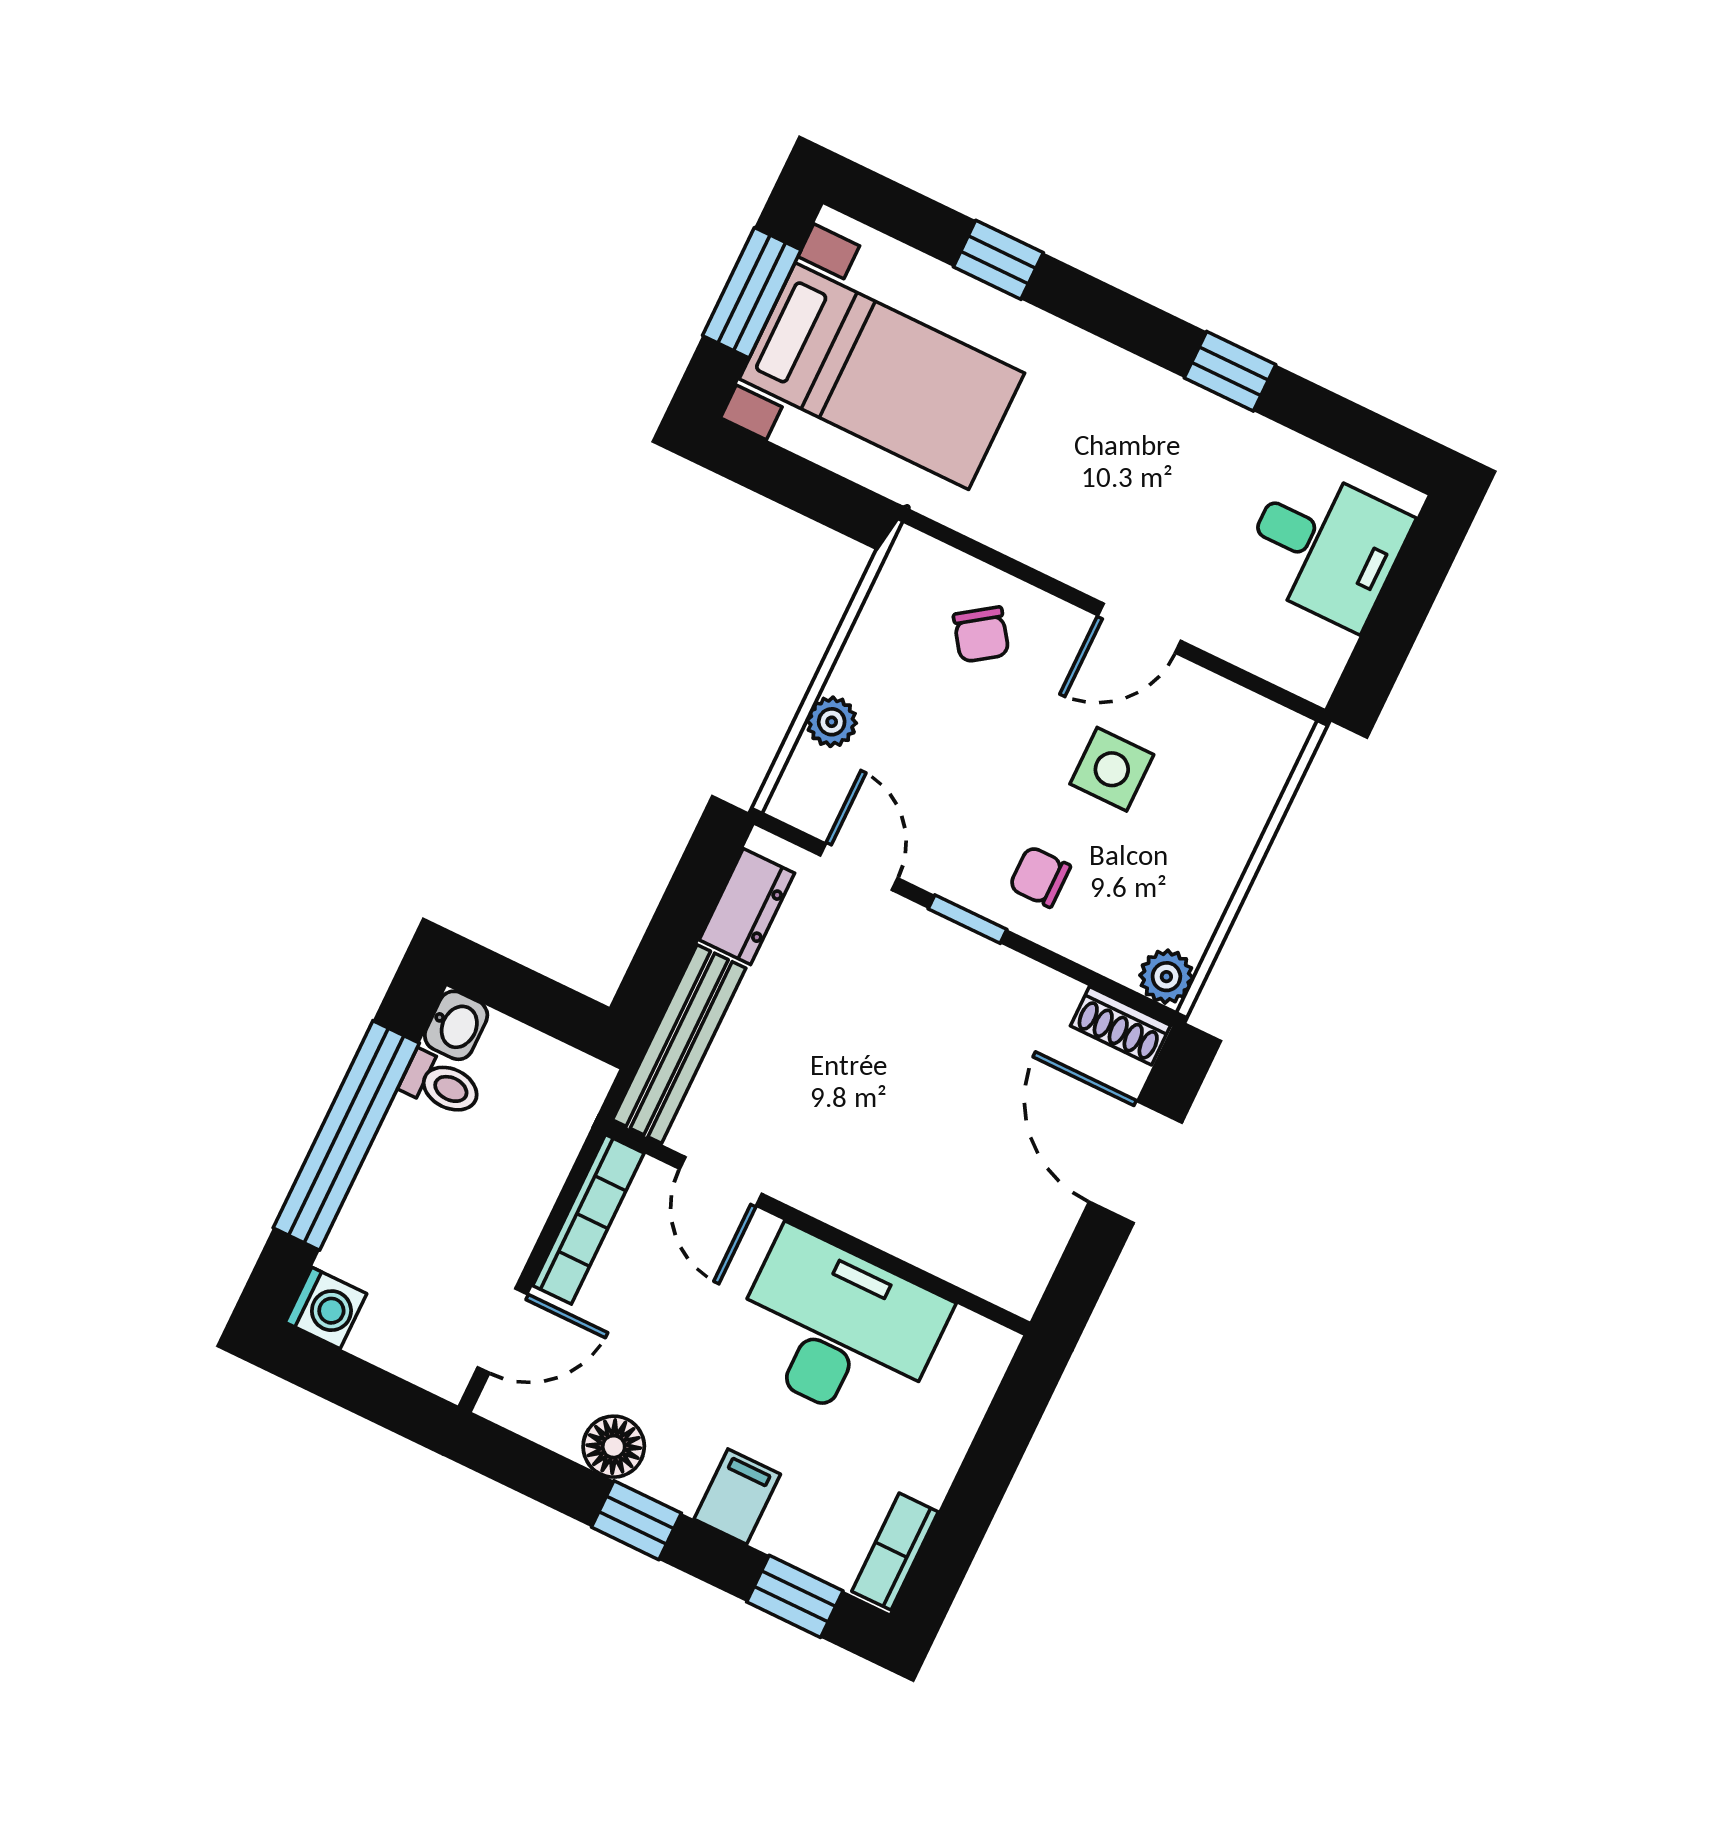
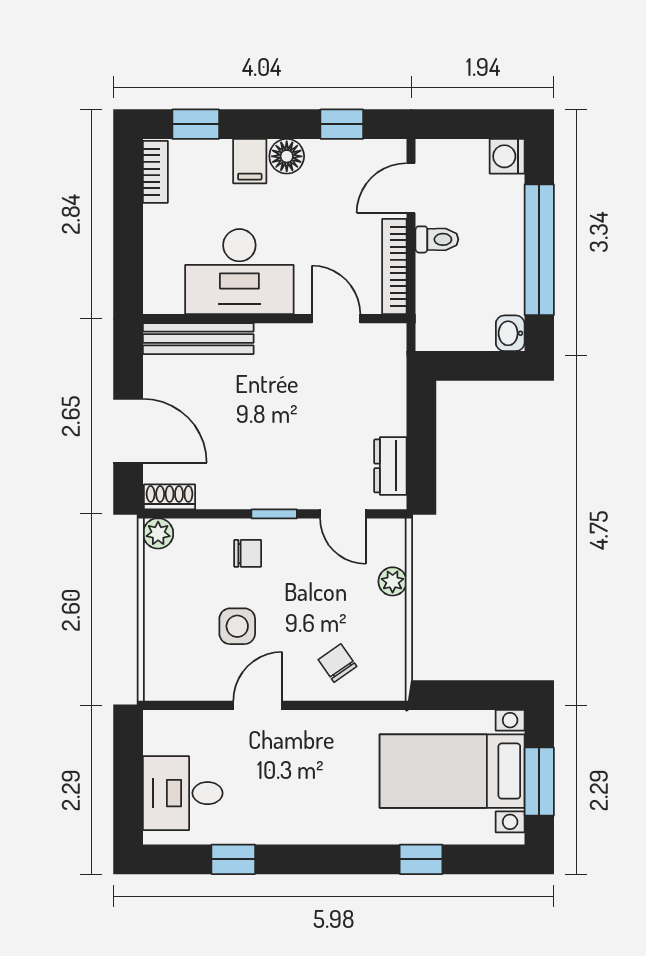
window: (1230, 371) -> (233, 859), moved
bench: (679, 1044) -> (198, 339), moved, turned 90
toilet: (441, 1084) -> (437, 239), moved, turned 180
floor lamp: (614, 1447) -> (287, 156), moved
window: (636, 1520) -> (342, 124), moved

